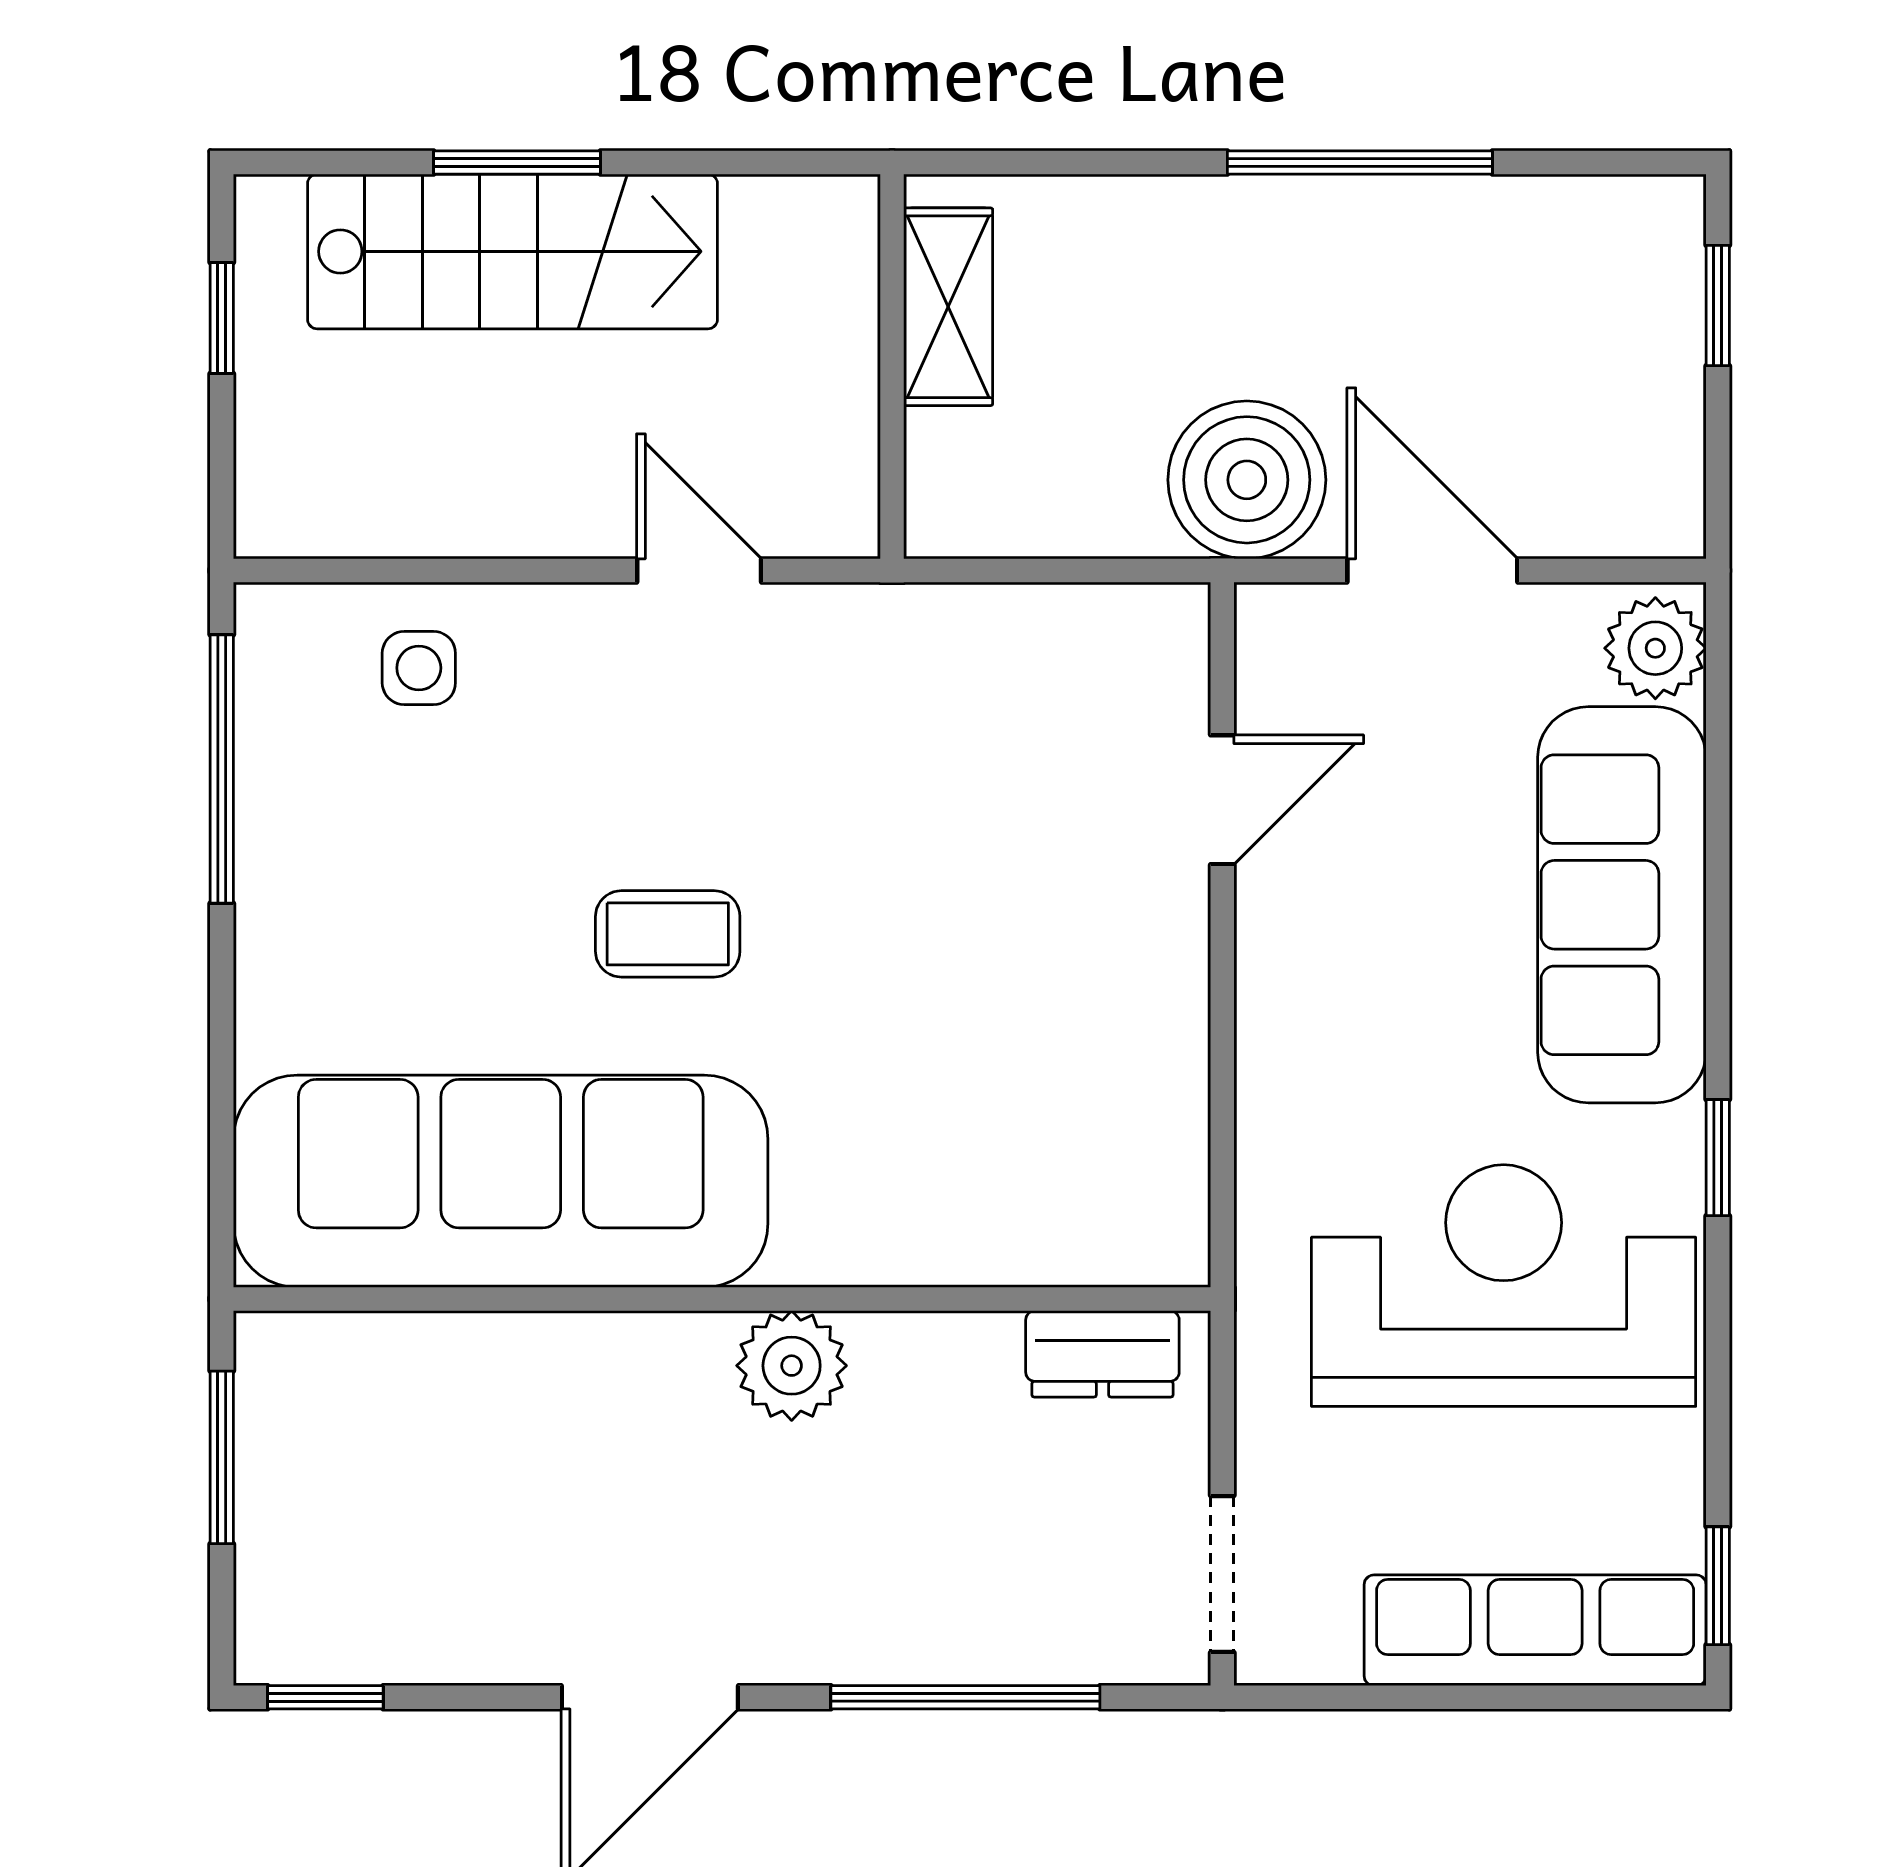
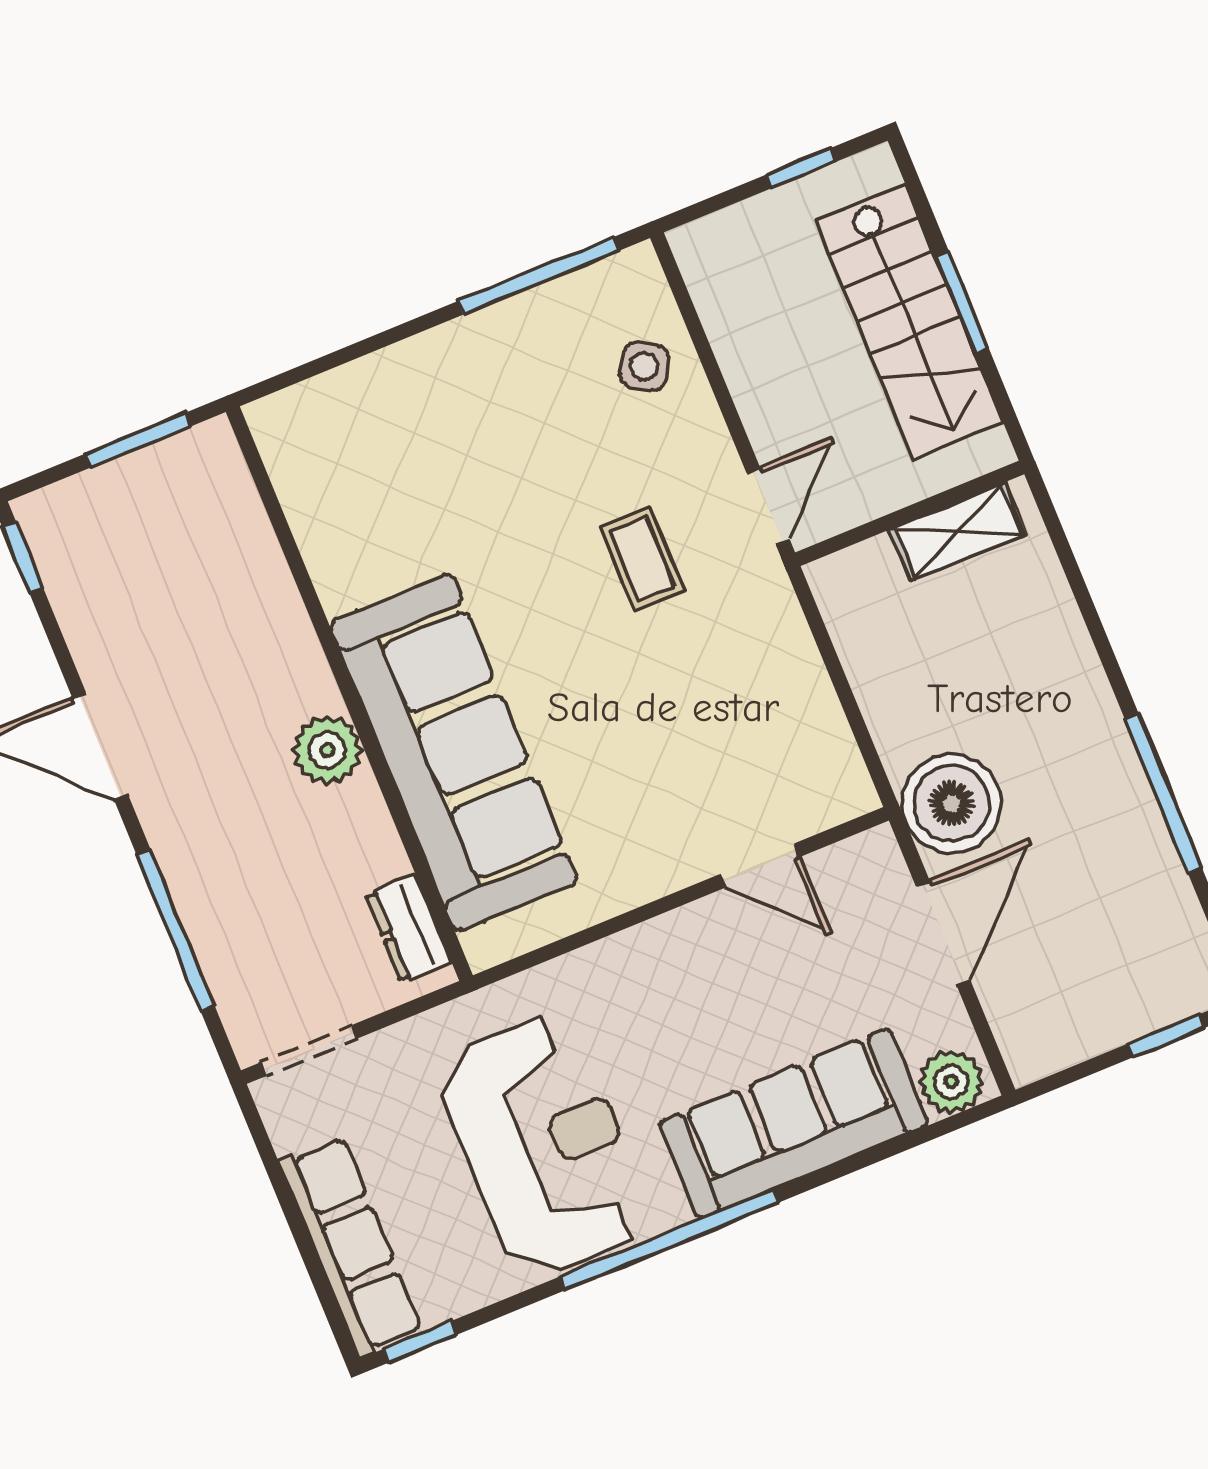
shelving: (948, 307) -> (958, 532), moved
wall: (892, 366) -> (910, 513), moved
side table: (419, 668) -> (644, 366), turned 32
coffee table: (668, 934) -> (642, 559), moved
window: (1718, 1158) -> (669, 1240), width x3.17
sofa: (501, 1181) -> (454, 753), moved

